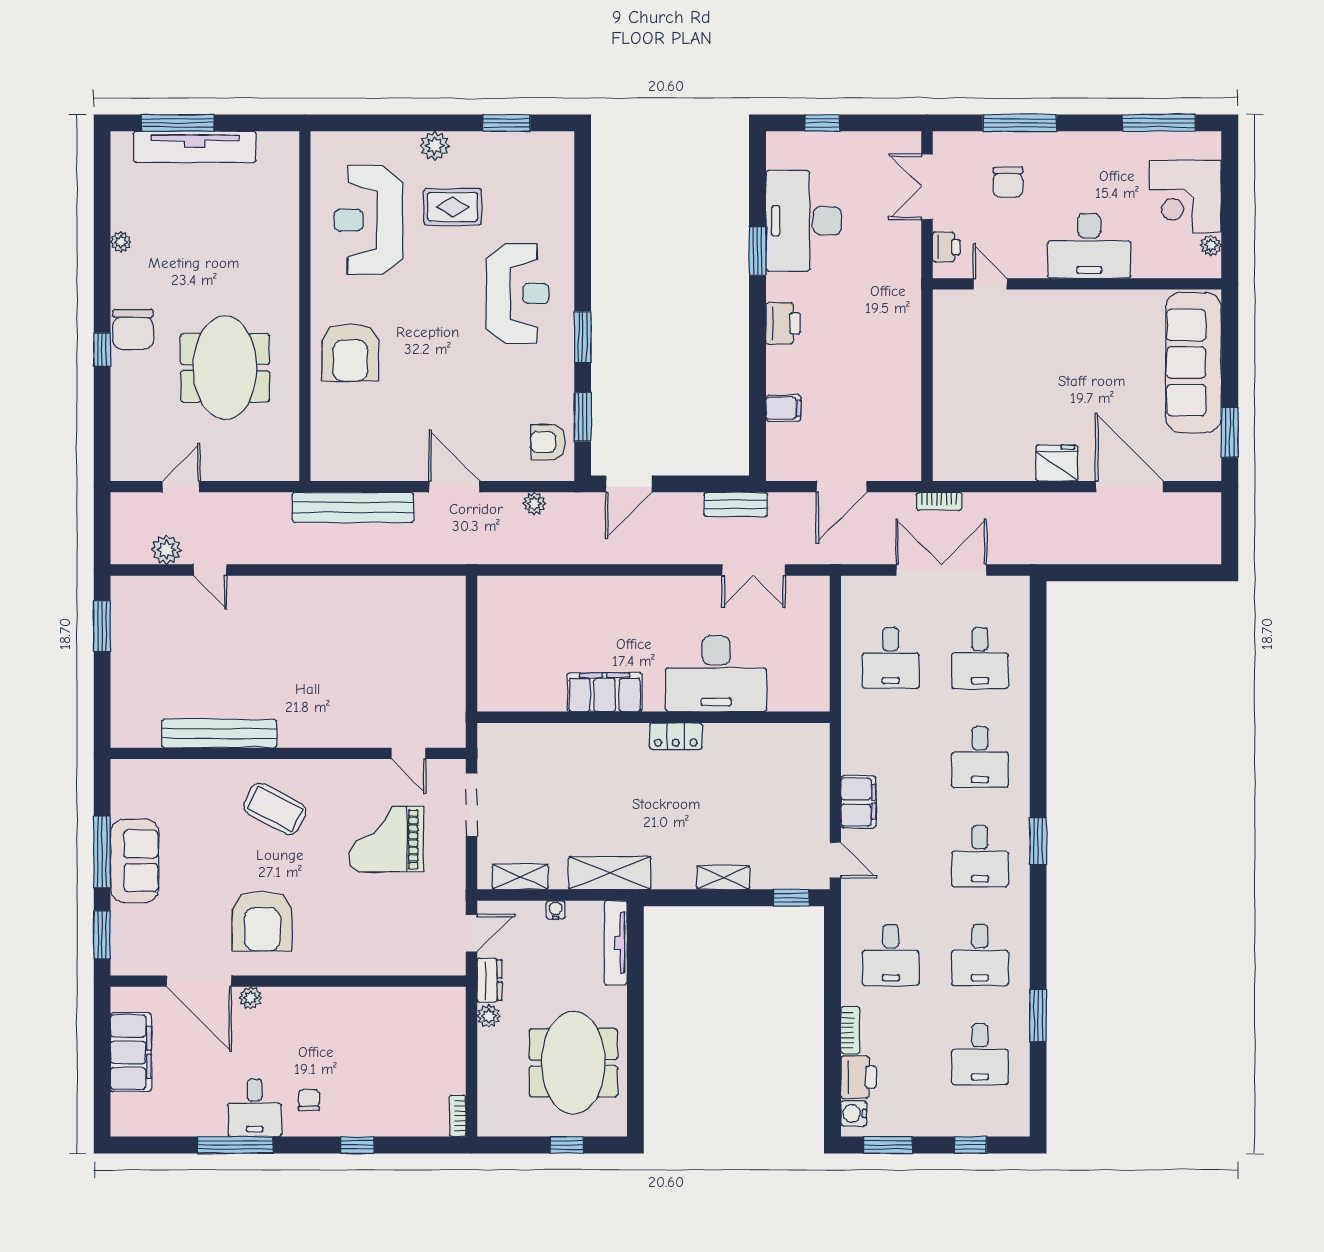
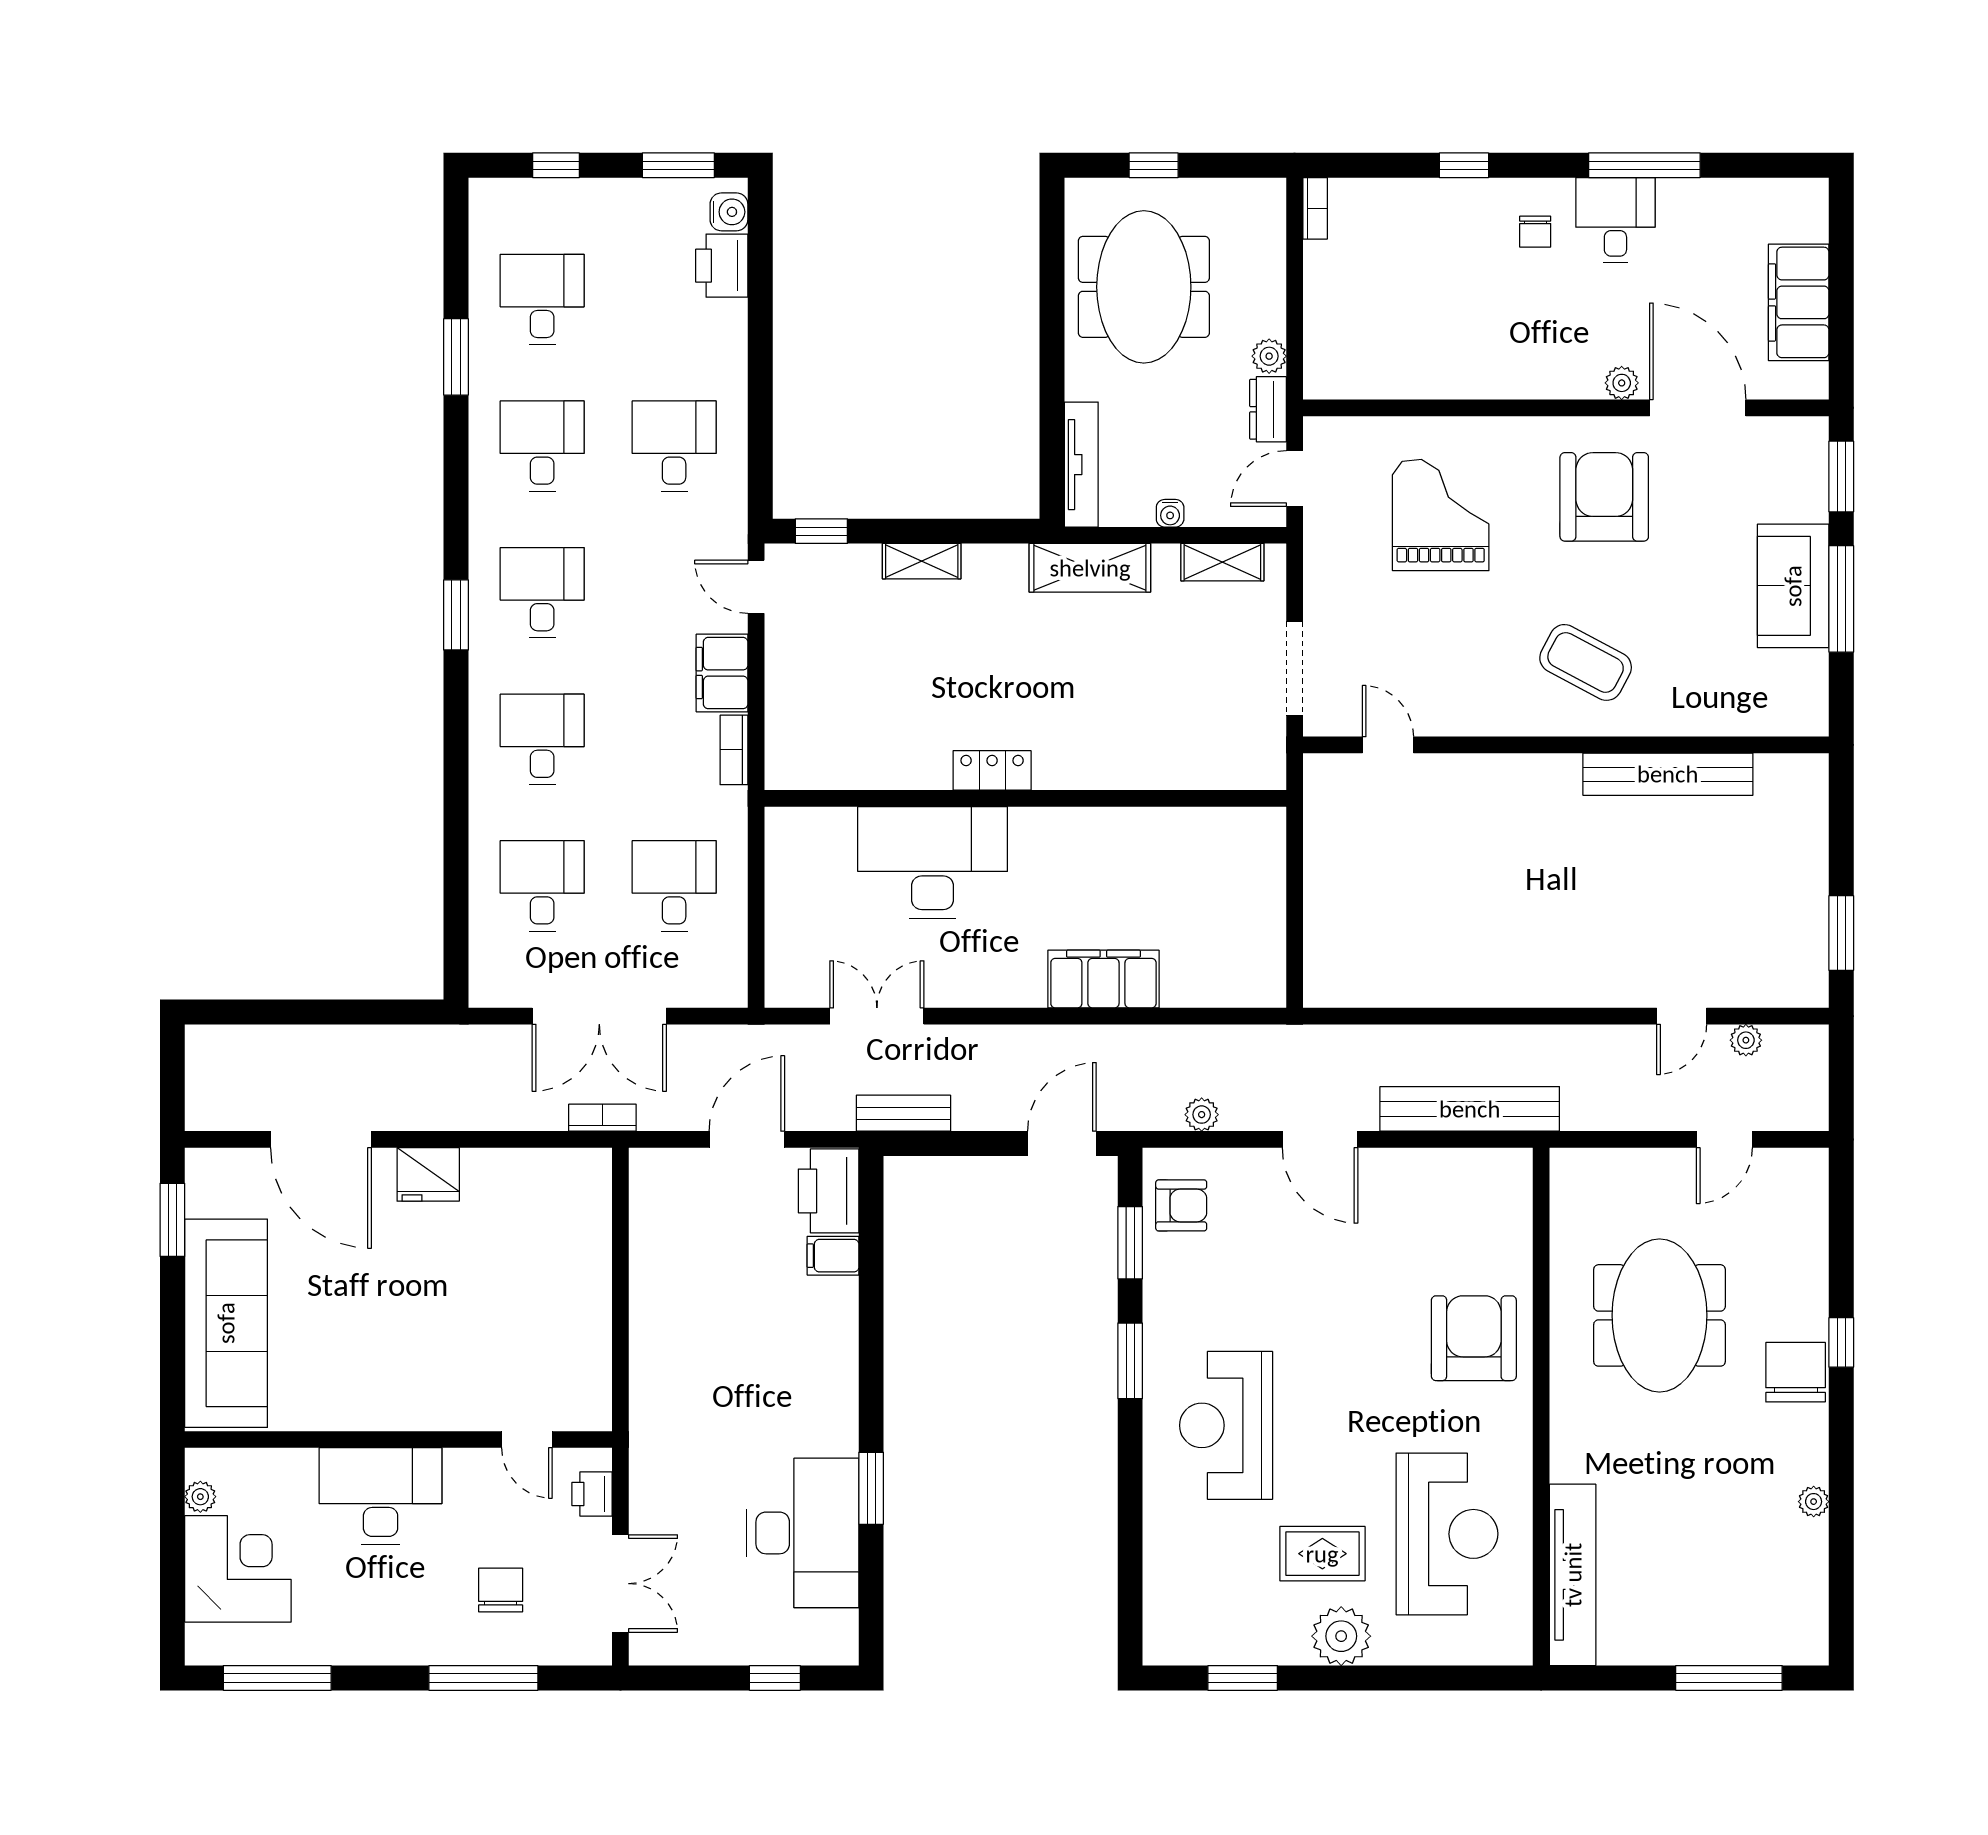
plant: (435, 146) -> (1341, 1636), width x1.36, depth x1.36
tv unit: (195, 147) -> (1573, 1575), moved, turned 90
printer: (783, 323) -> (829, 1191), moved, width x1.37, depth x1.19
plant: (167, 550) -> (1746, 1040), width x0.73, depth x0.73
door: (210, 570) -> (1682, 1016), swing flipped
filing cabinet: (605, 692) -> (1103, 979), moved, turned 180
grand piano: (386, 839) -> (1441, 515), moved, turned -90
bookcase: (850, 1030) -> (734, 750), moved

